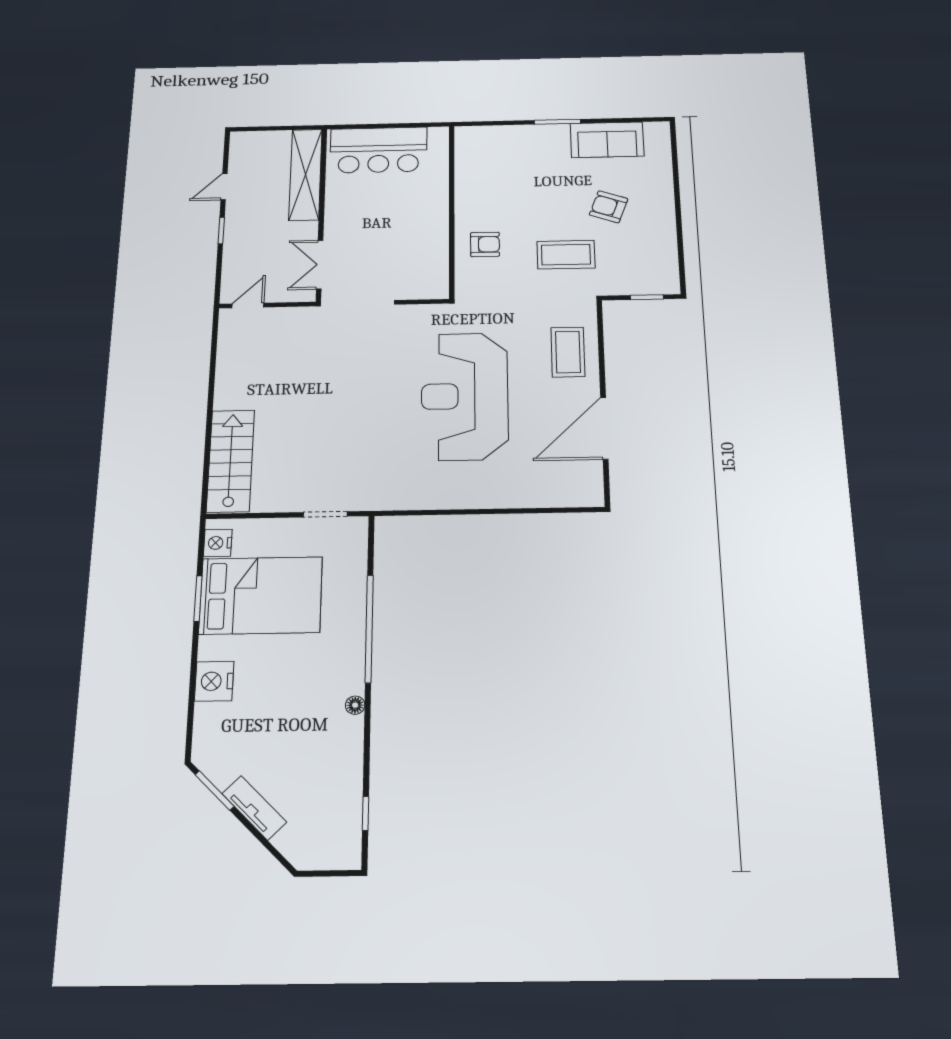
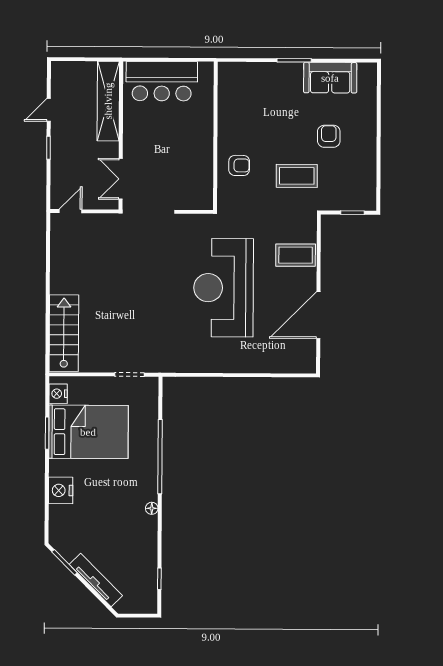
armchair: (609, 207) -> (329, 136), turned 70
coffee table: (568, 352) -> (296, 255), turned 90
tv unit: (254, 808) -> (96, 580), width x1.41

